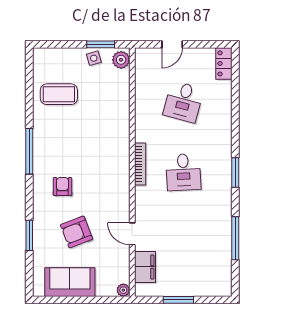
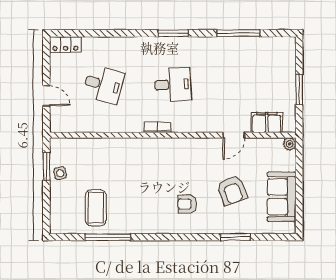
plant: (121, 60) -> (62, 146), removed
window: (29, 151) -> (108, 237), moved
bookcase: (140, 164) -> (157, 127), width x0.64

